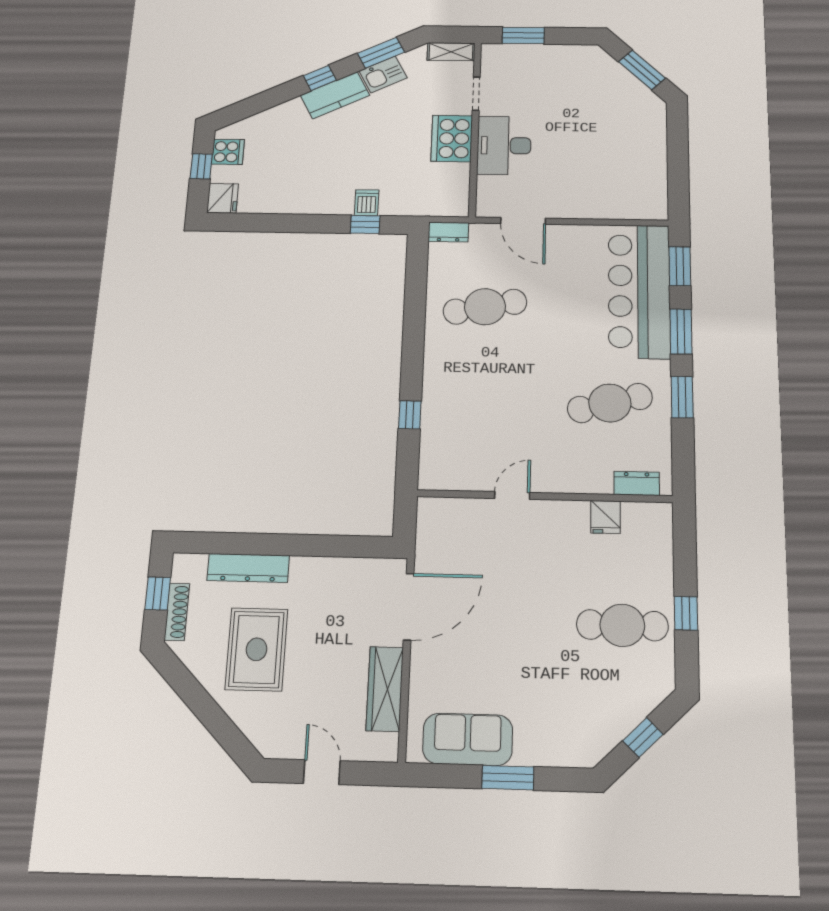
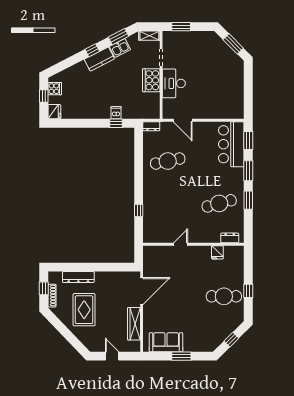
bar counter: (639, 291) -> (231, 144), width x0.73

